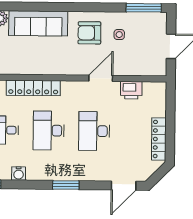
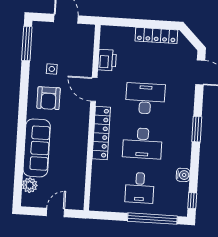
locker: (33, 88) -> (101, 133), moved
desk: (94, 131) -> (145, 98), turned 180

